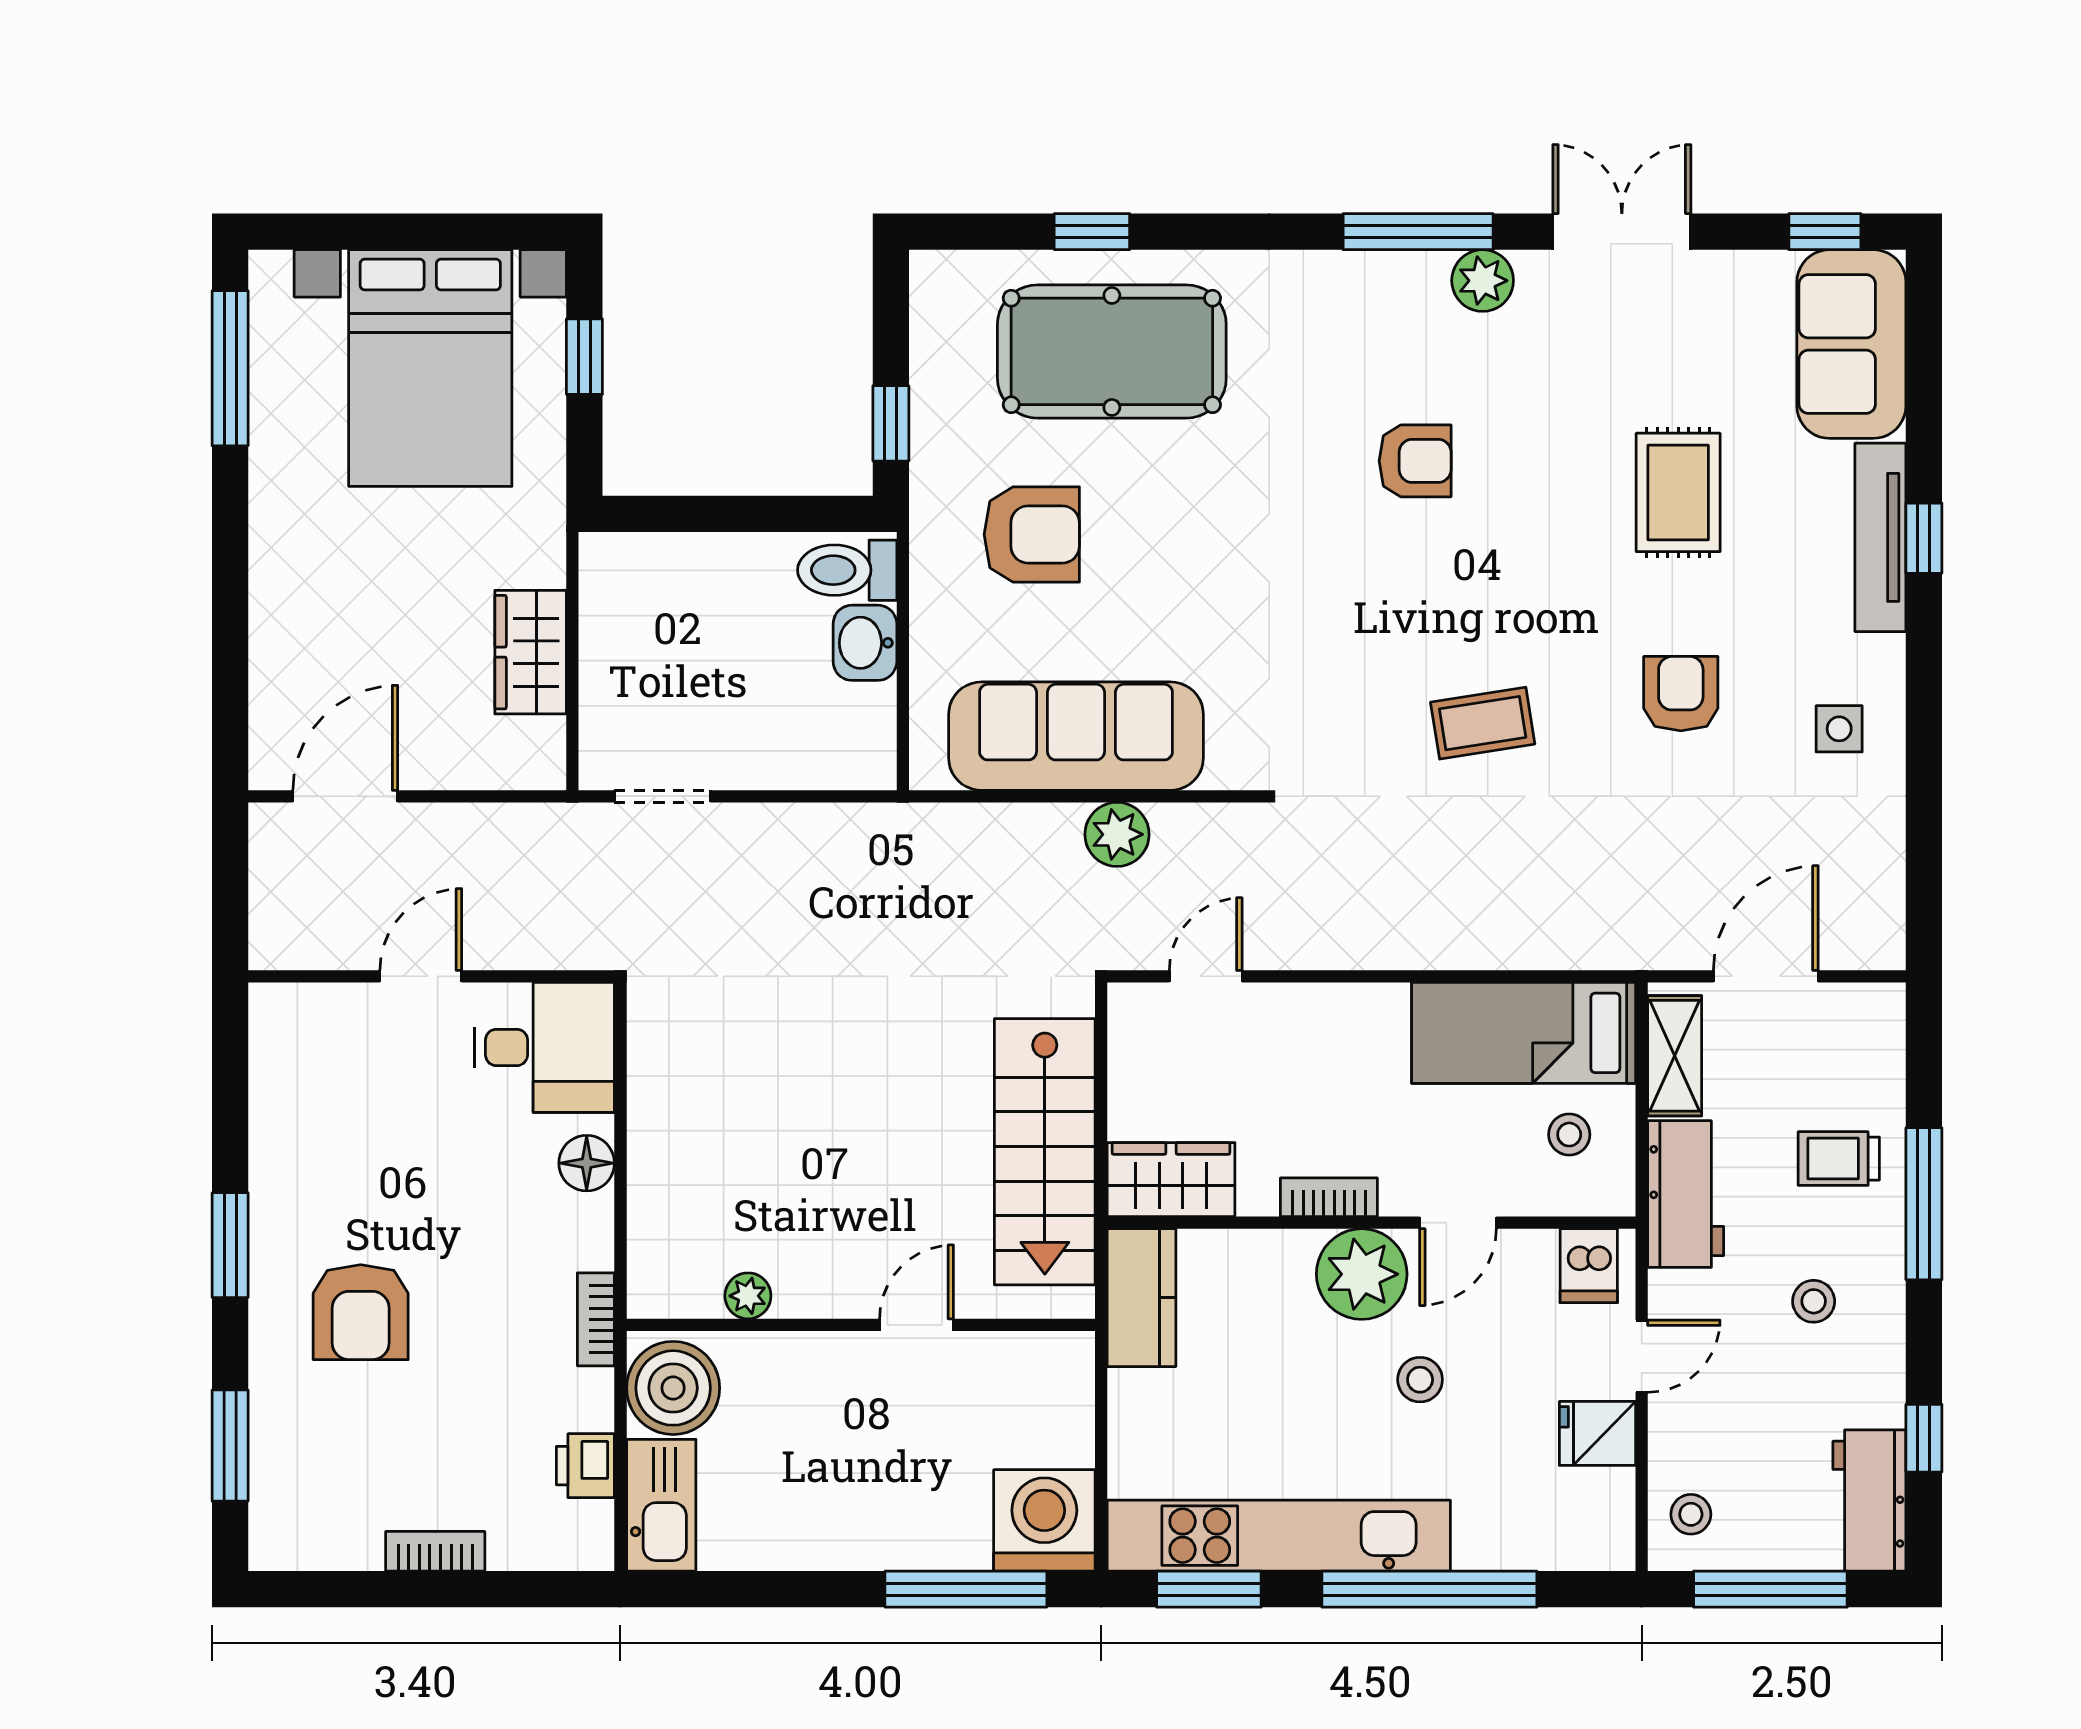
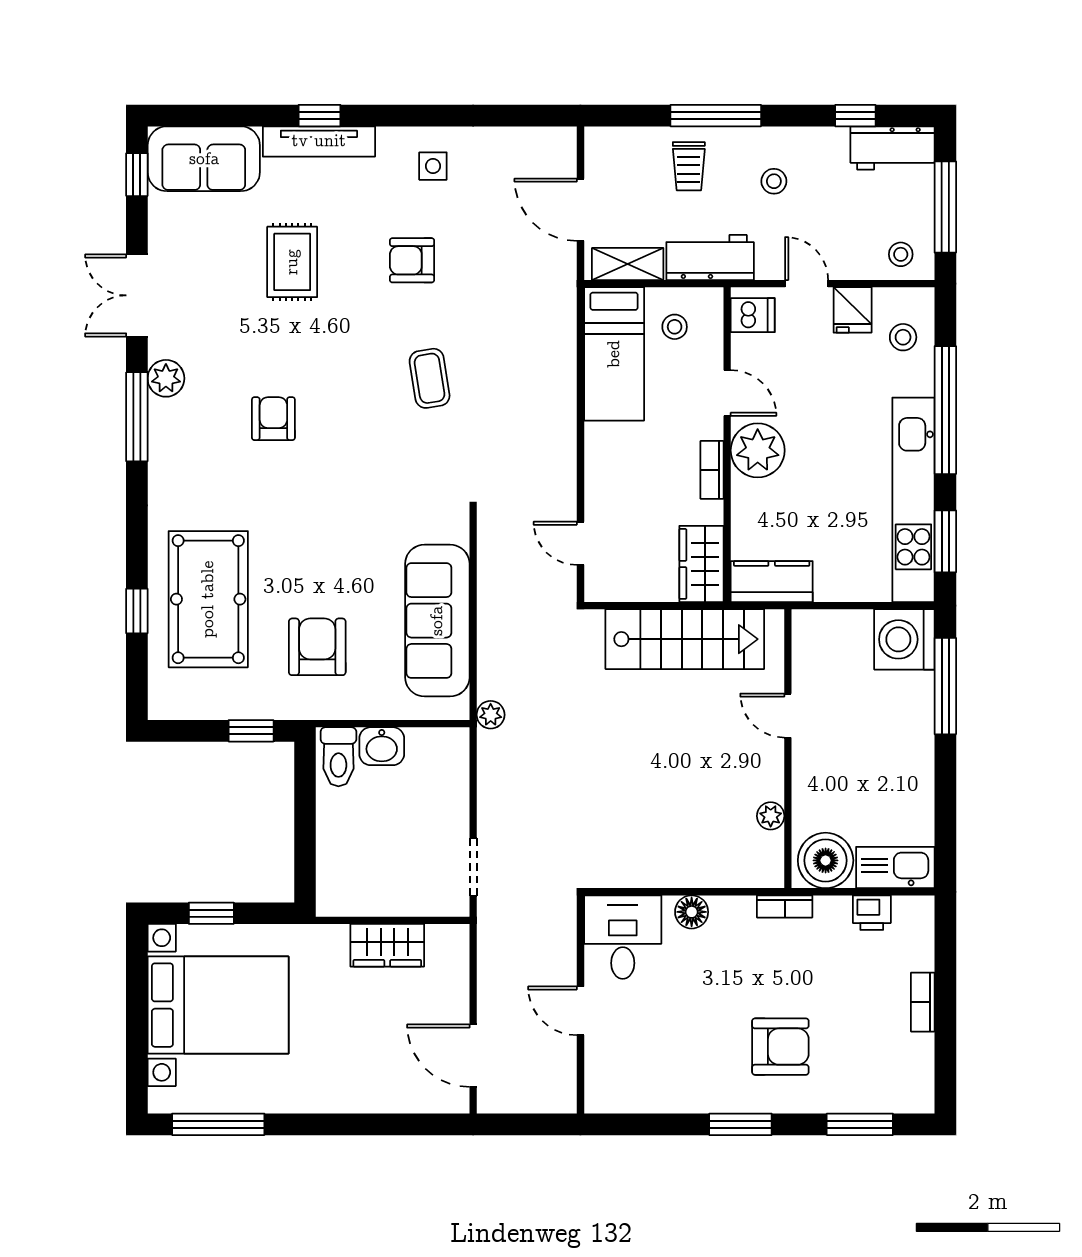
rug: (1678, 492) -> (292, 262), turned 90
plant: (1117, 834) -> (491, 715), moved, width x0.73, depth x0.73
stool: (1420, 1380) -> (903, 337), moved

